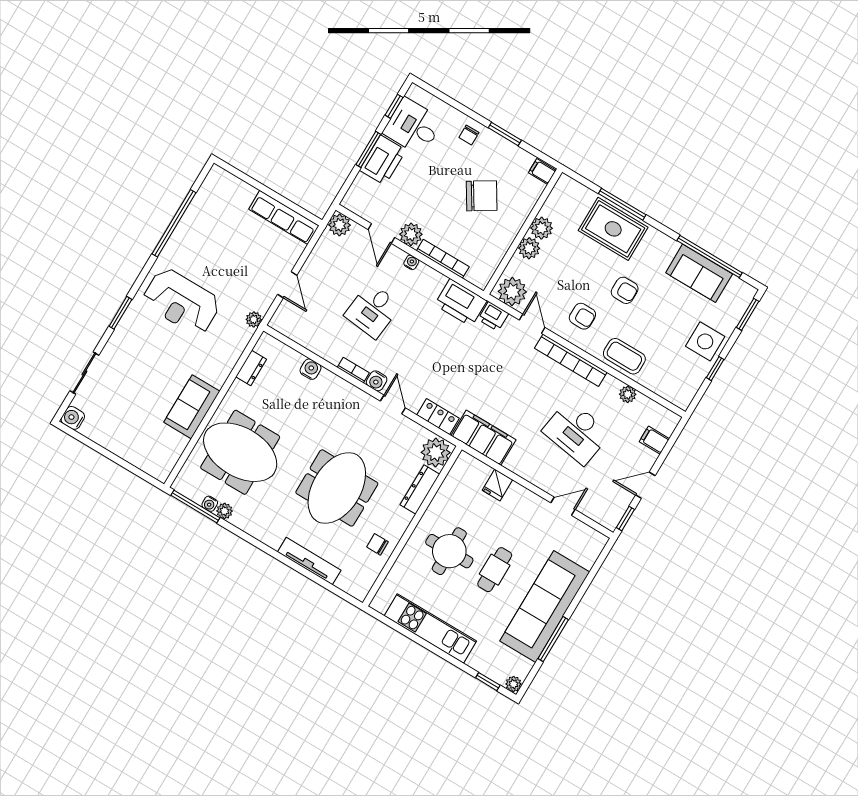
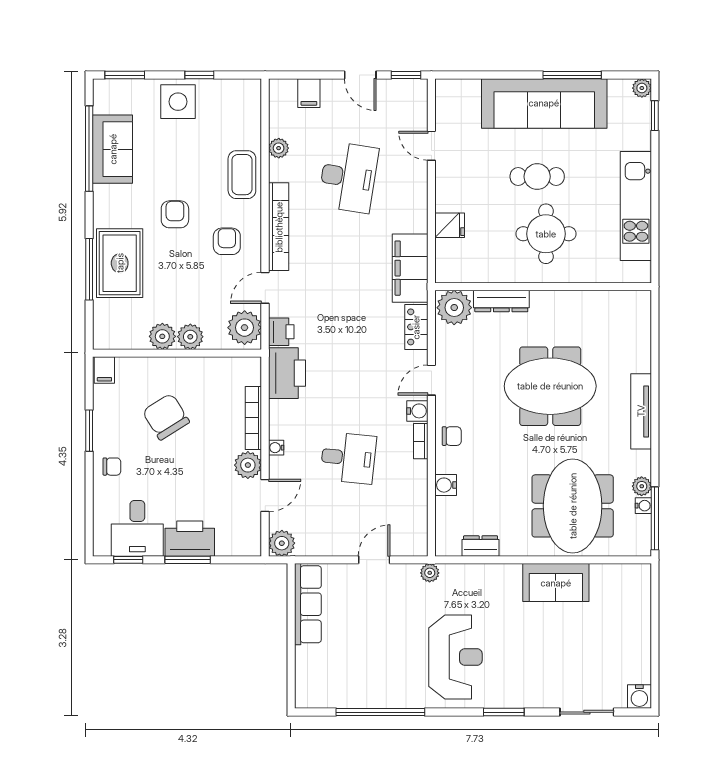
chair: (378, 544) -> (452, 436), moved, turned -90
tv unit: (309, 561) -> (641, 411), moved

